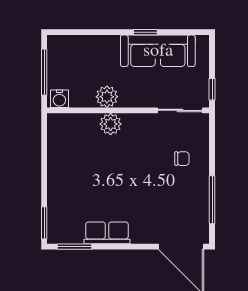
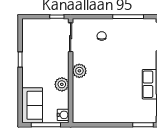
sofa: (158, 51) -> (32, 105), moved, width x0.73
plant: (111, 124) -> (79, 71), moved

